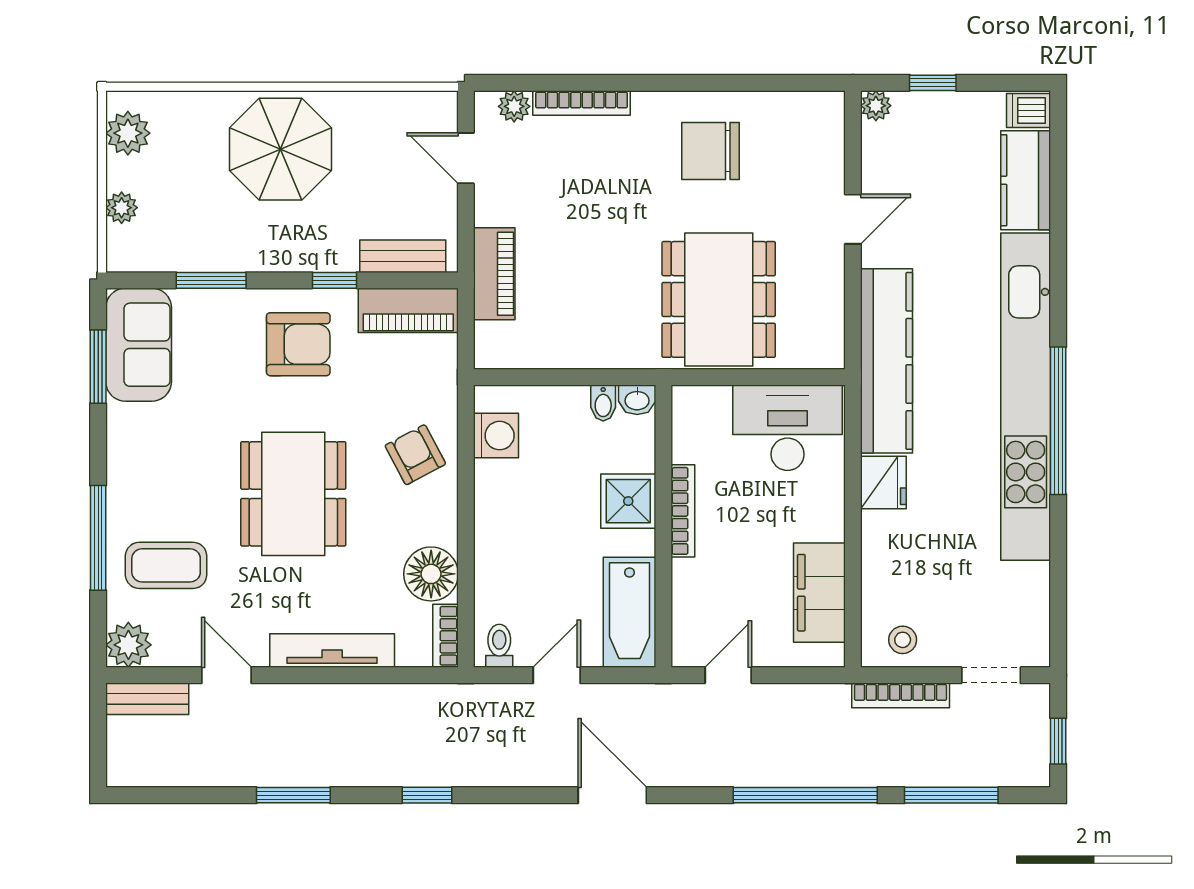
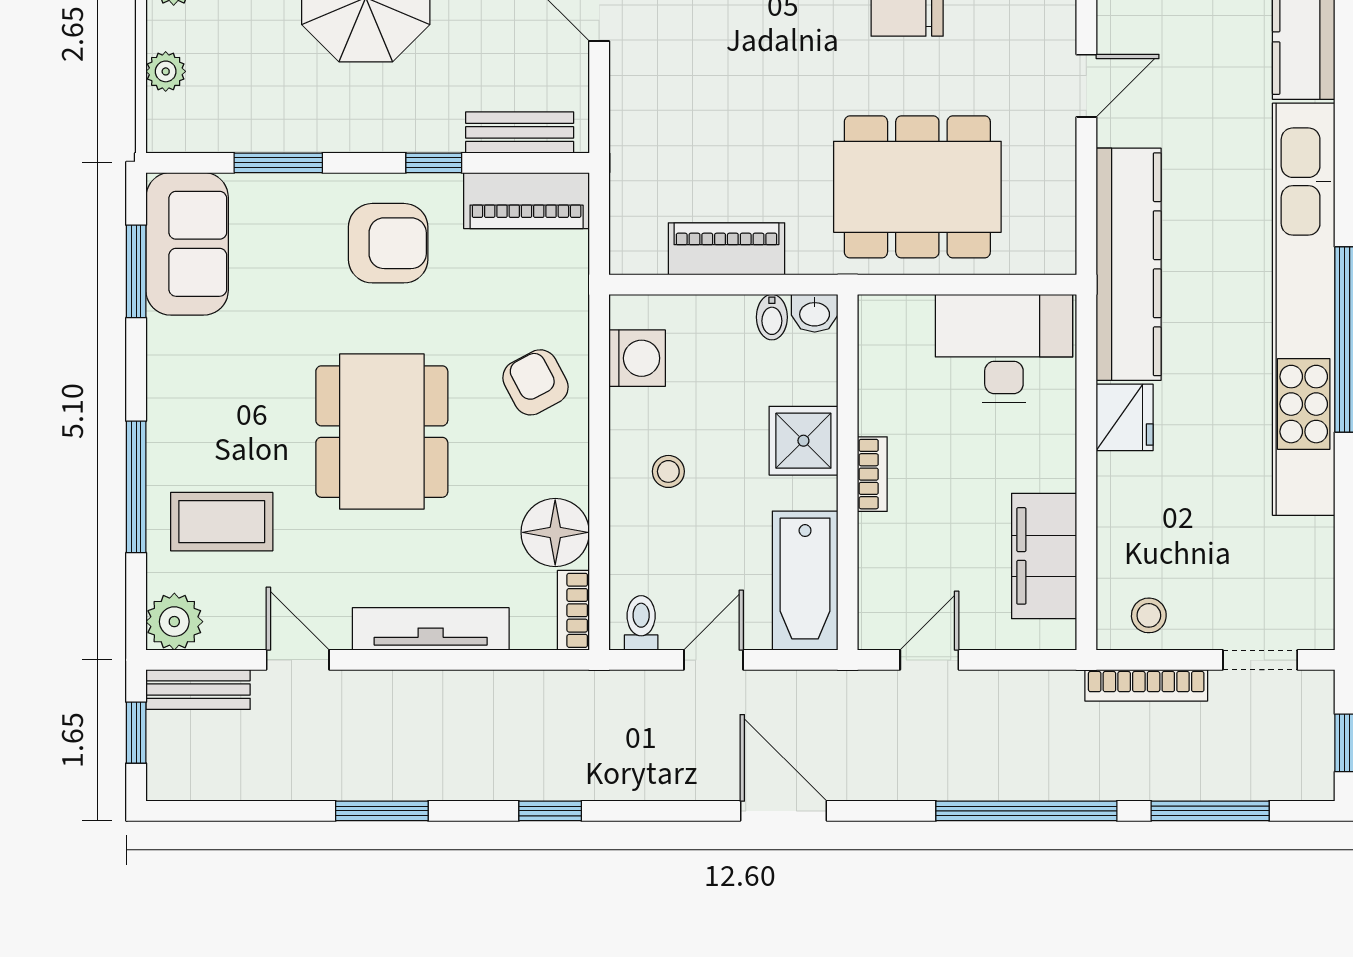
piano: (494, 274) -> (726, 249), moved, turned -90
dining table: (719, 299) -> (917, 187), turned 90
bookcase: (683, 511) -> (872, 474), width x0.64
stool: (521, 526) -> (668, 471), added
window: (98, 733) -> (136, 733), added

